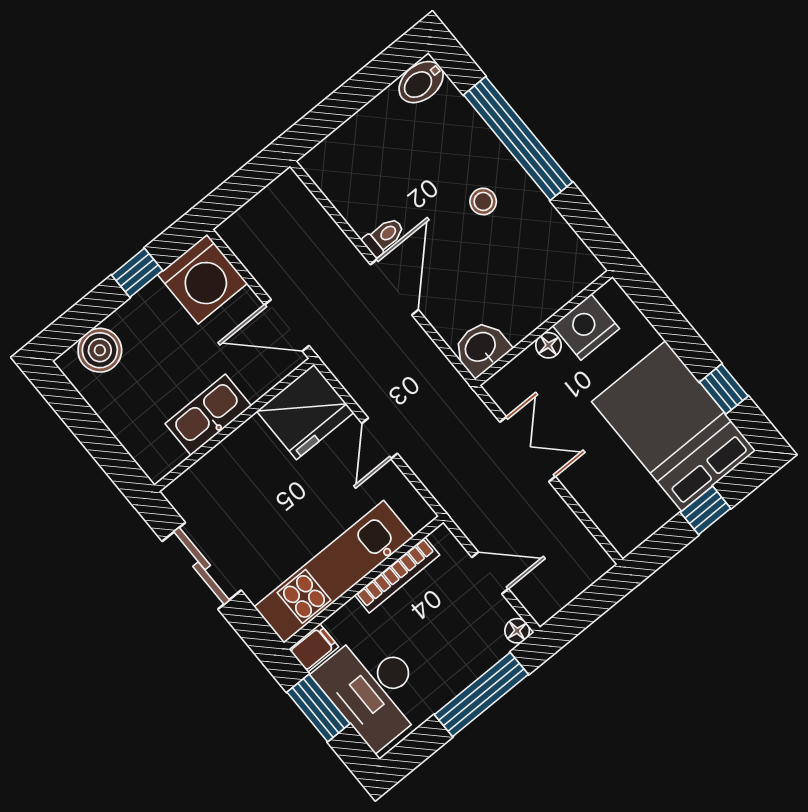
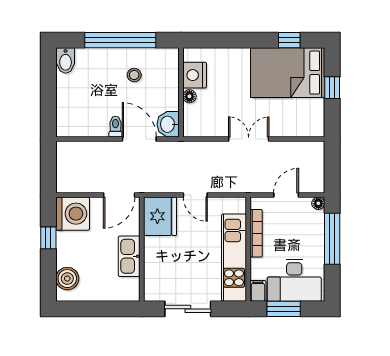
nightstand: (586, 327) -> (195, 75), moved
wall: (544, 328) -> (181, 92), moved
floor lamp: (548, 345) -> (189, 96), moved
washbasin: (481, 348) -> (168, 124), moved

